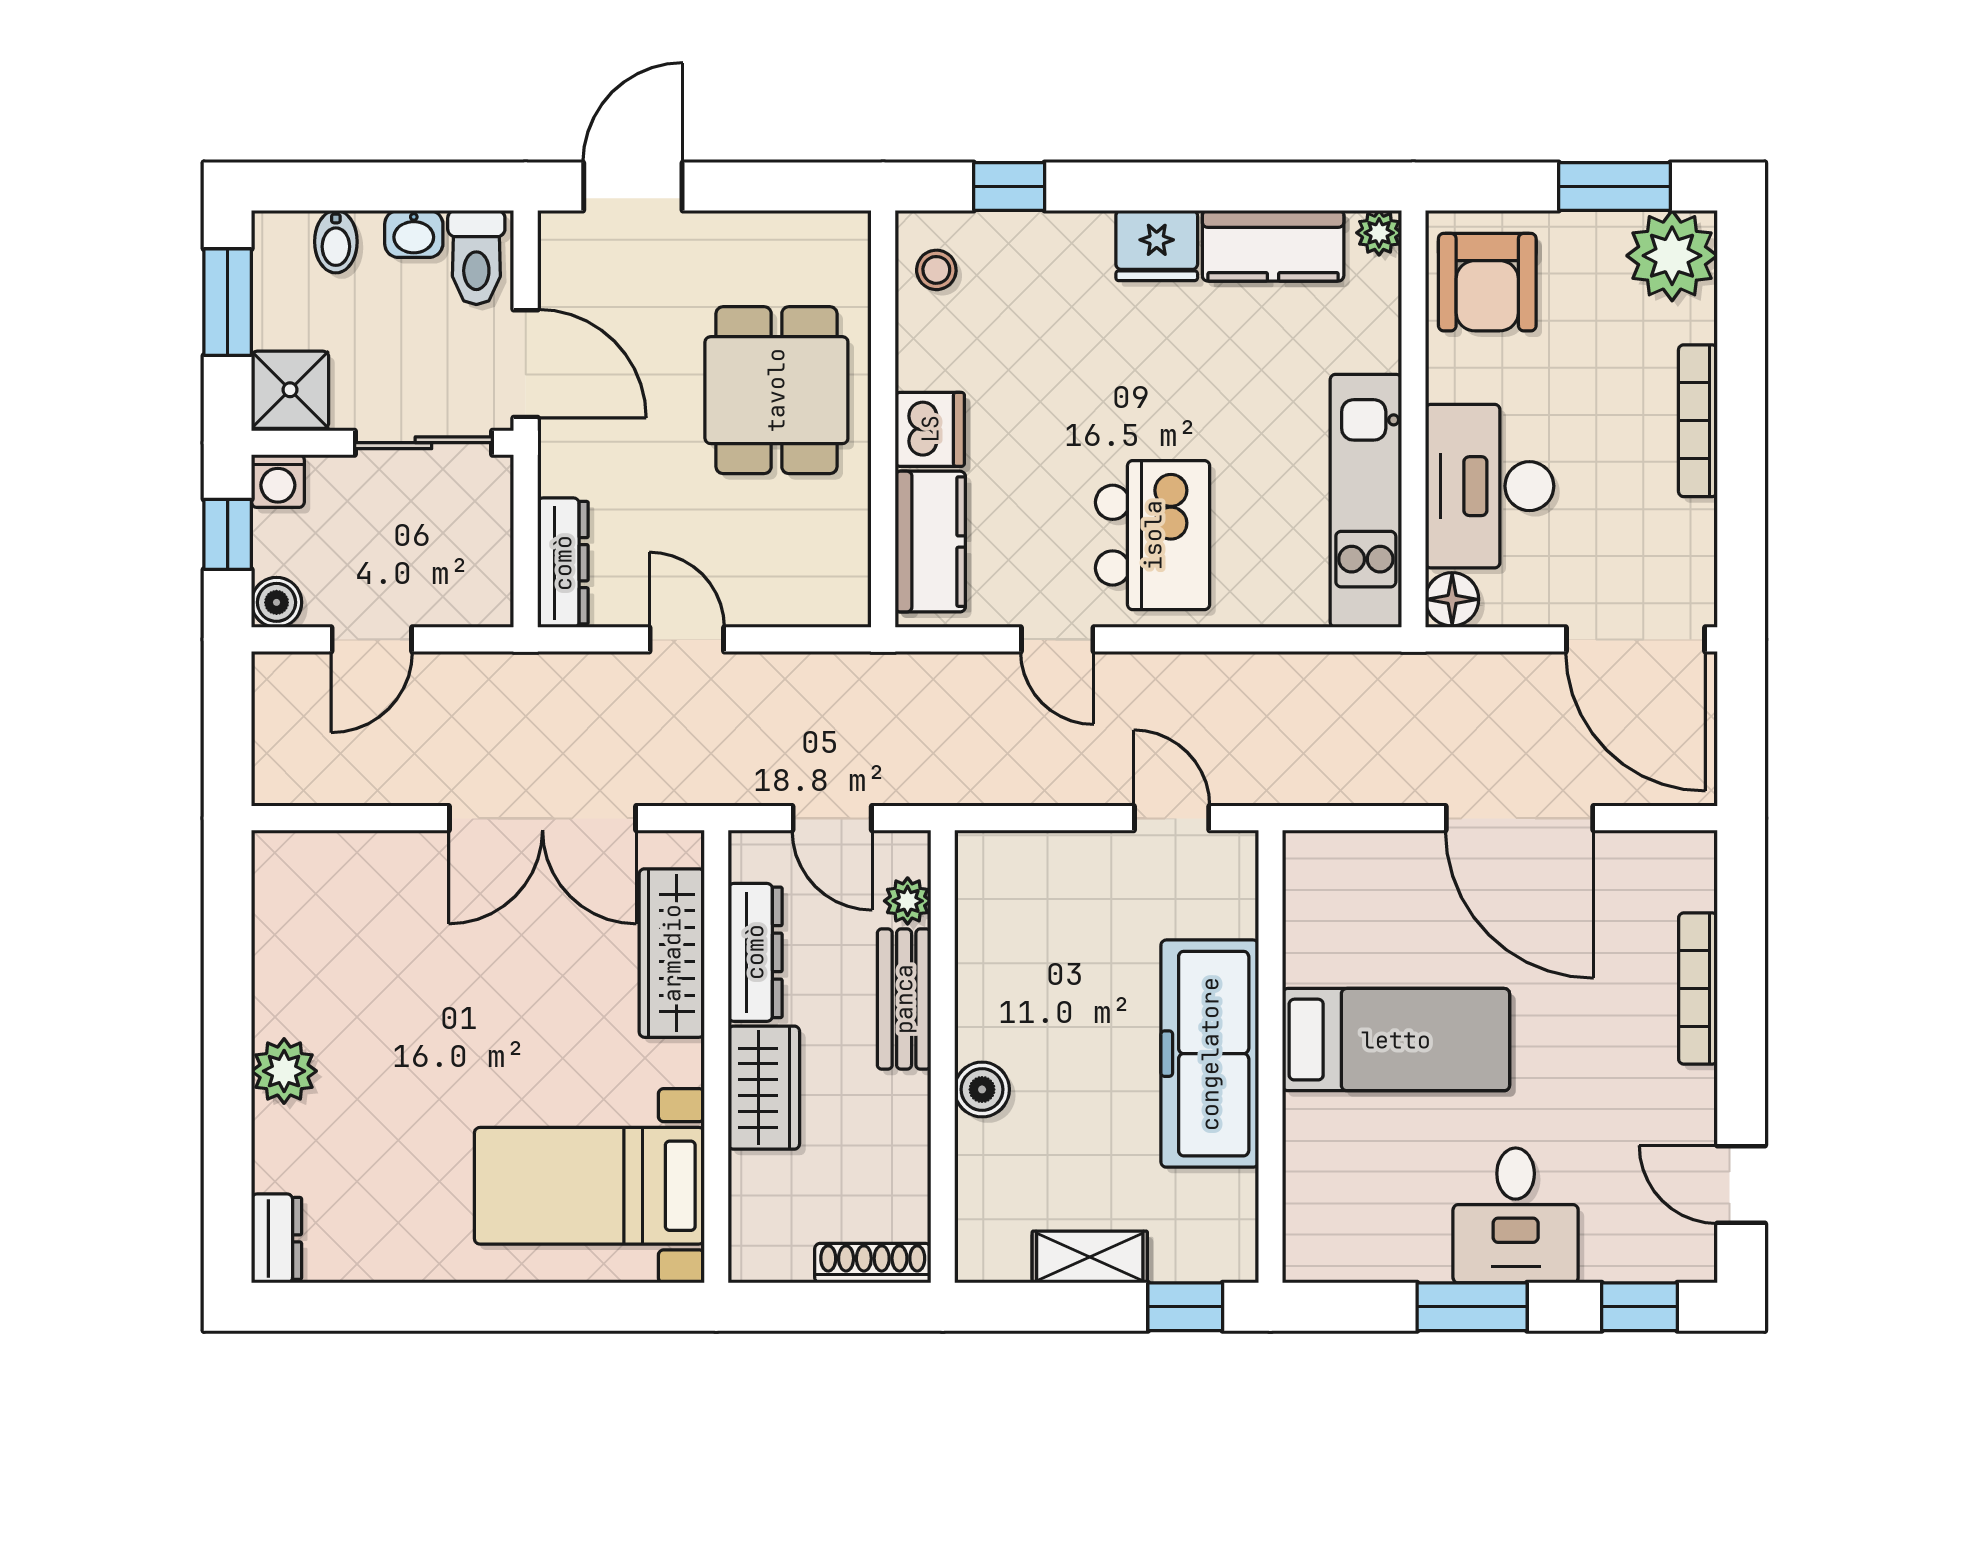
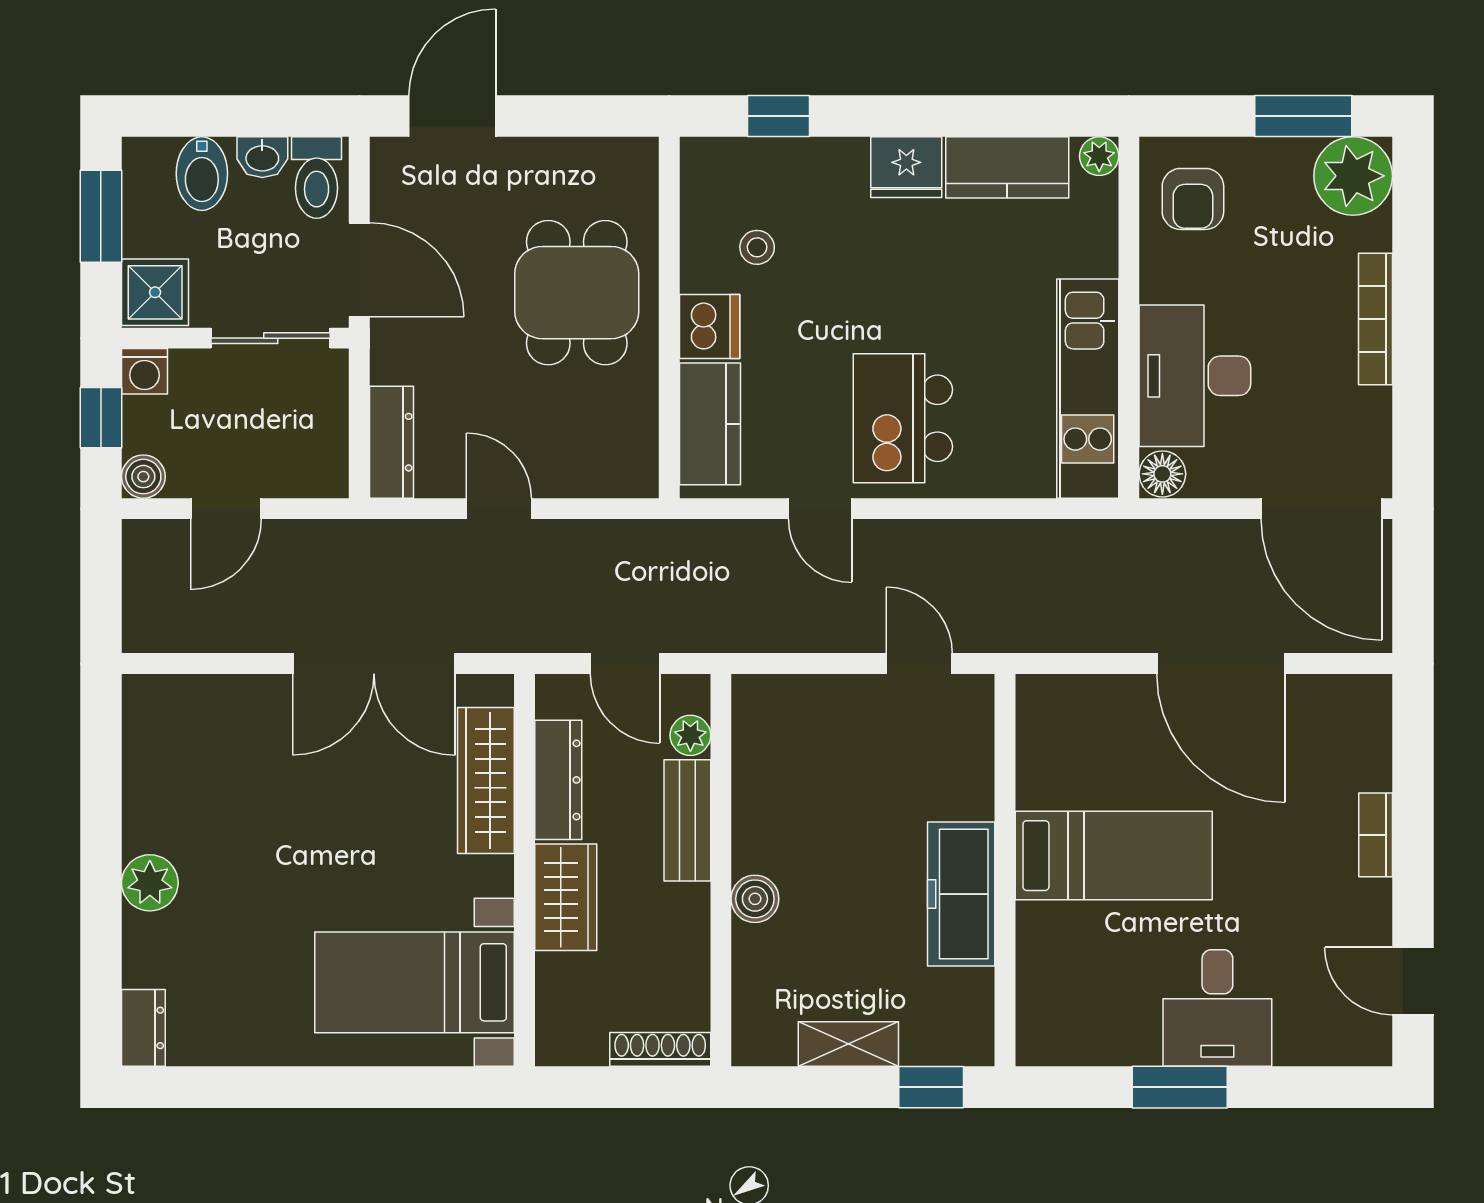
bidet: (336, 242) -> (202, 174), width x1.38, depth x1.36
stool: (936, 270) -> (757, 247), moved
armchair: (1487, 282) -> (1193, 199), width x0.72, depth x0.72
kitchen island: (1153, 535) -> (903, 418), turned 180
bookcase: (1698, 989) -> (1376, 835), width x0.64
freezer: (1210, 1054) -> (961, 894), width x0.73, depth x0.79
window: (1639, 1307) -> (1325, 1087), removed

